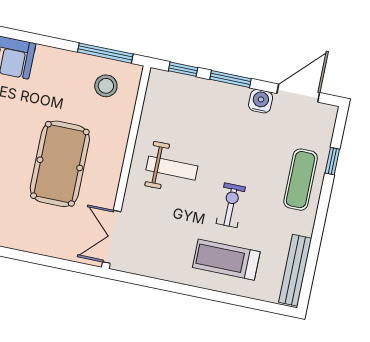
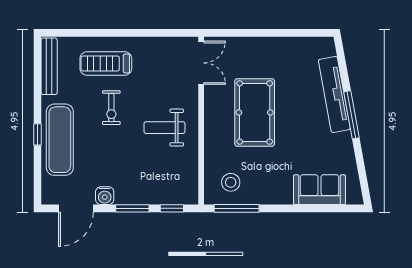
window: (332, 161) -> (38, 134), moved
exercise mat: (301, 180) -> (60, 140), width x1.36, depth x1.45
treadmill: (226, 260) -> (106, 64), turned 180

